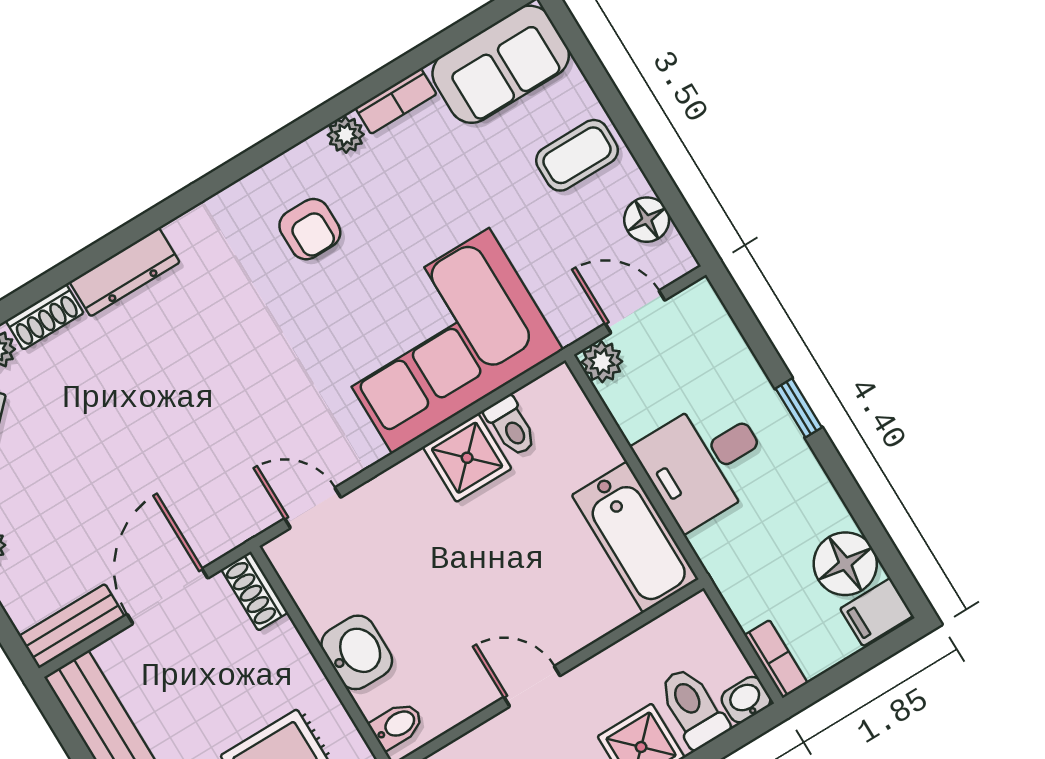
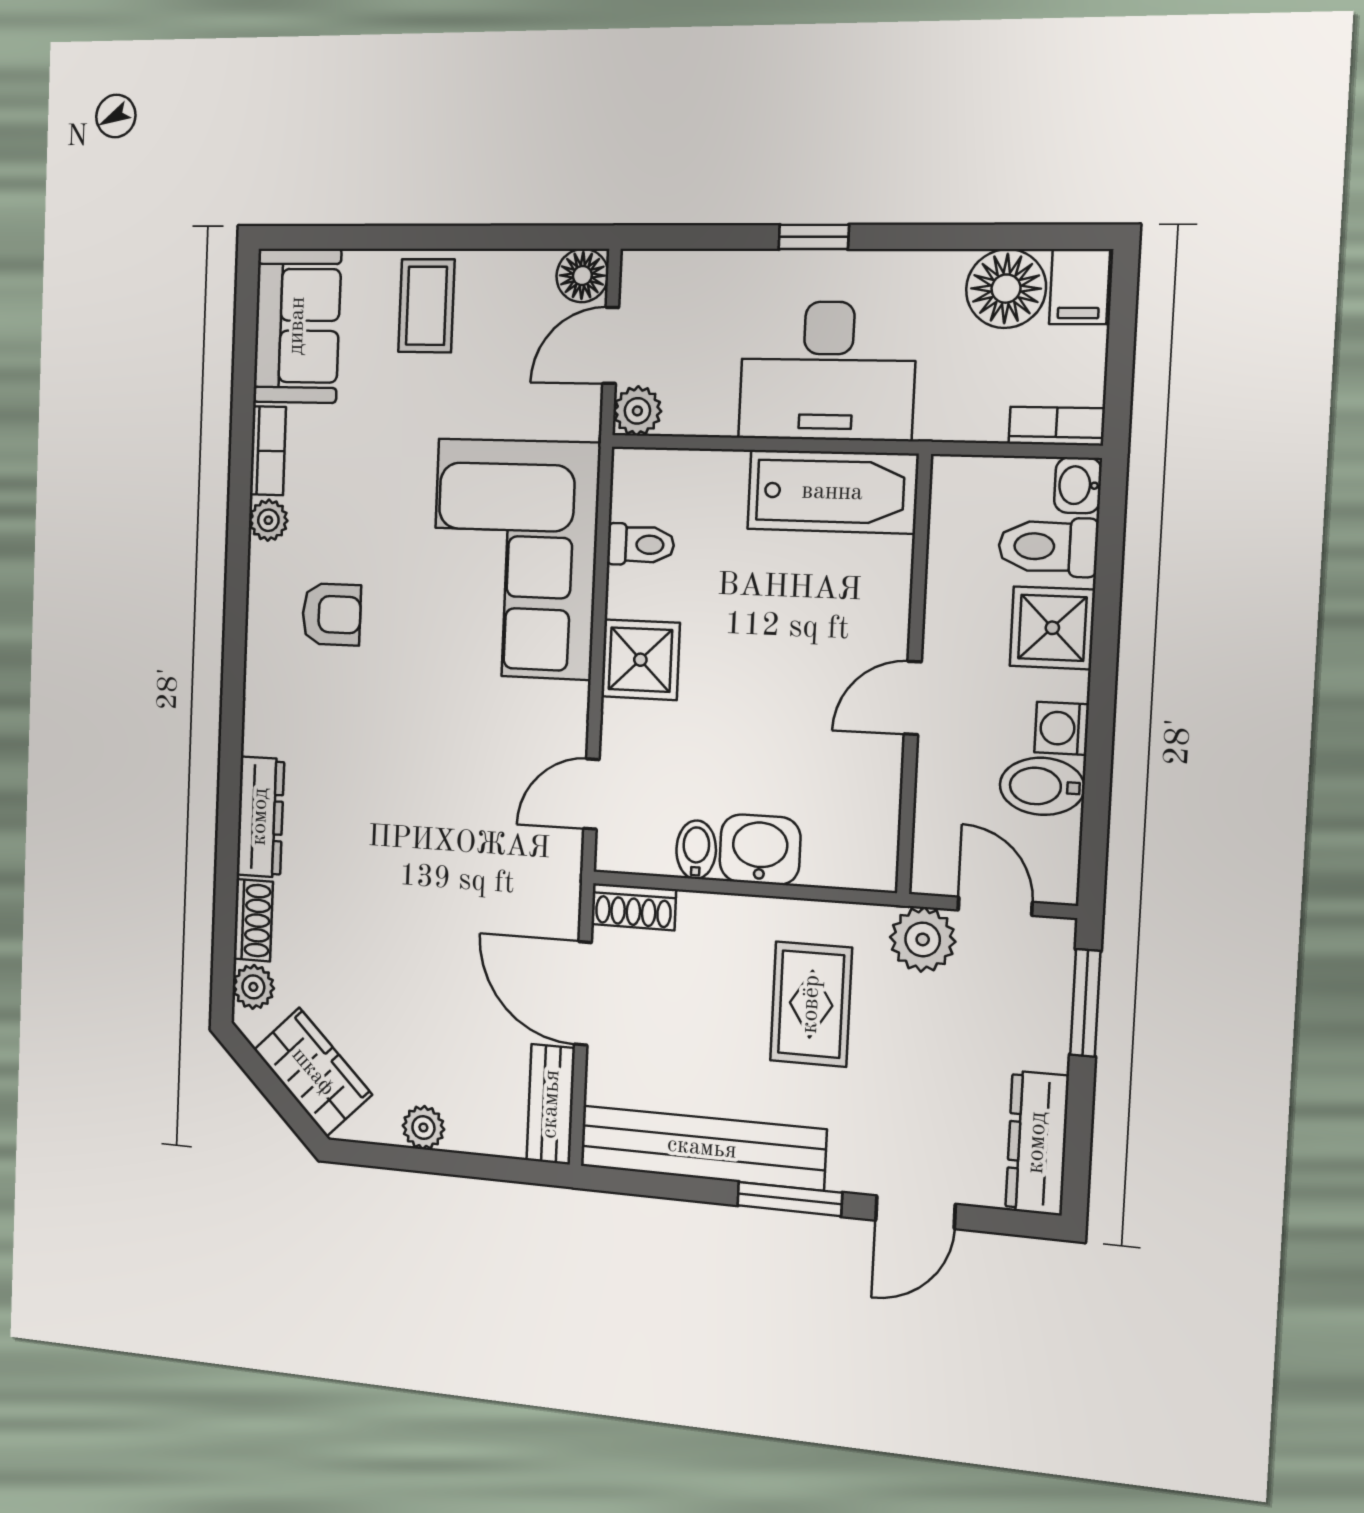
floor lamp: (647, 220) -> (582, 276), moved
shower: (467, 458) -> (640, 660), moved
desk: (704, 462) -> (827, 371), width x1.37
bidet: (397, 725) -> (696, 850), moved

